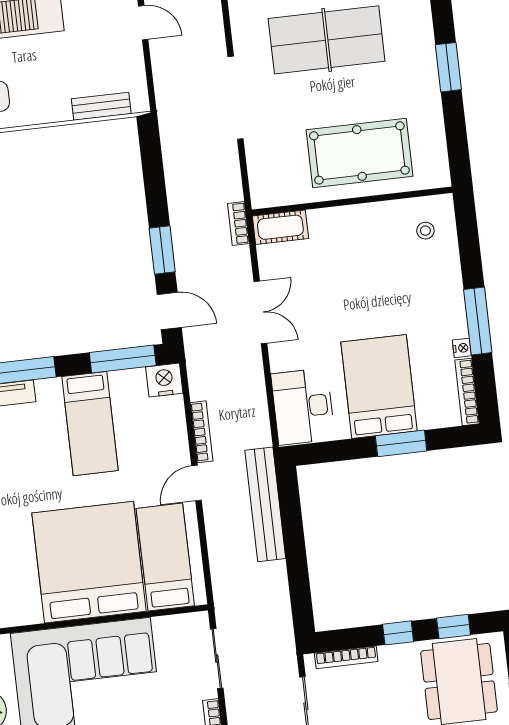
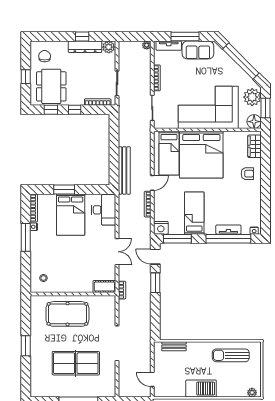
double door: (260, 312) -> (117, 252), swing flipped

